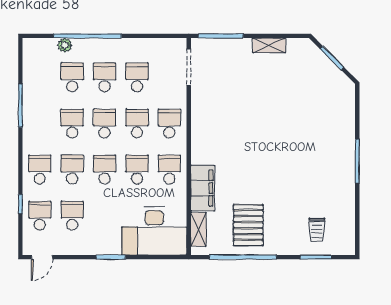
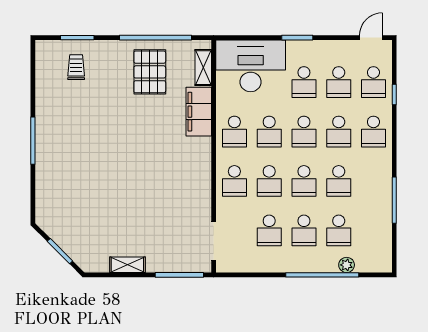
school desk: (105, 216) -> (304, 82), added

